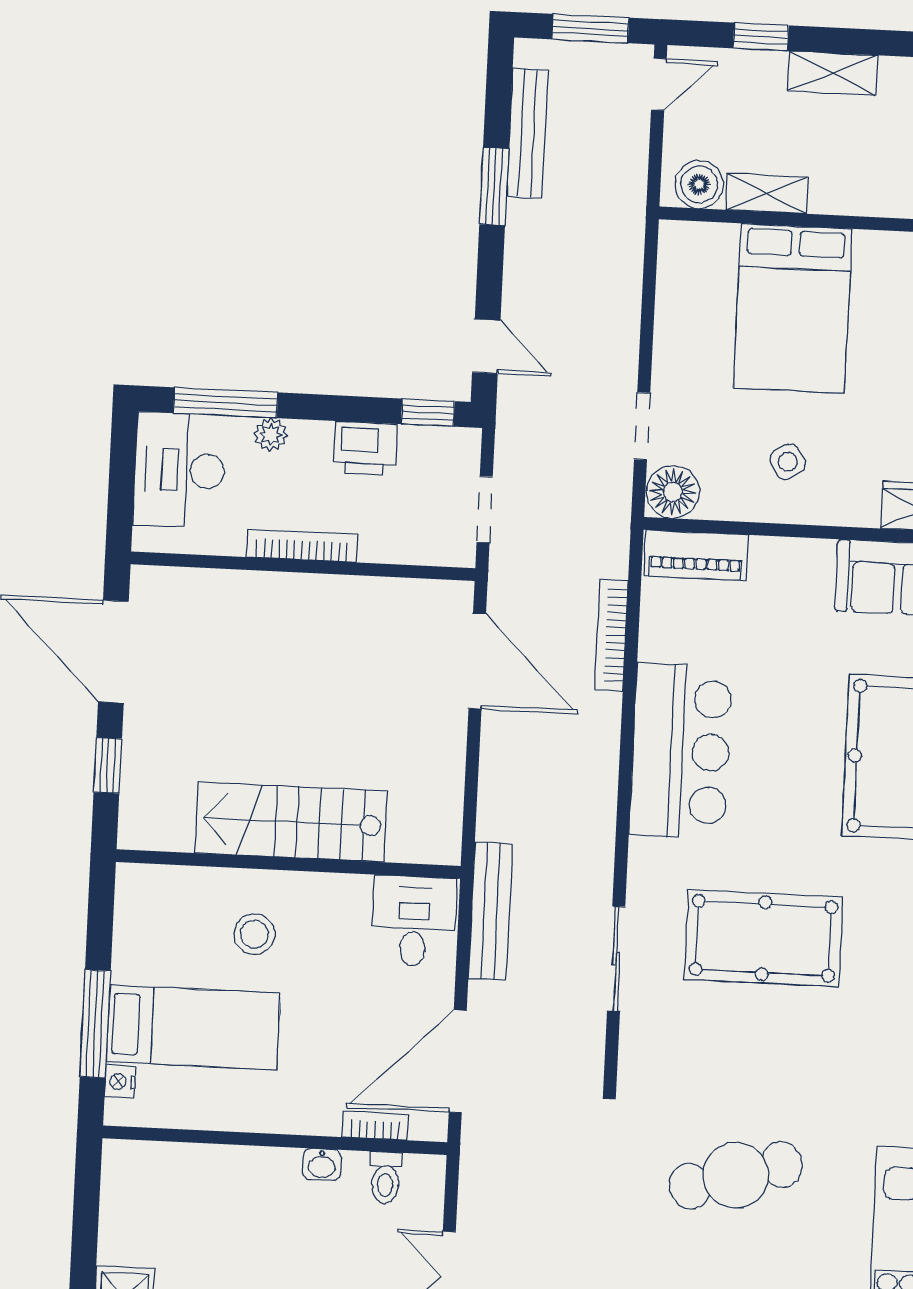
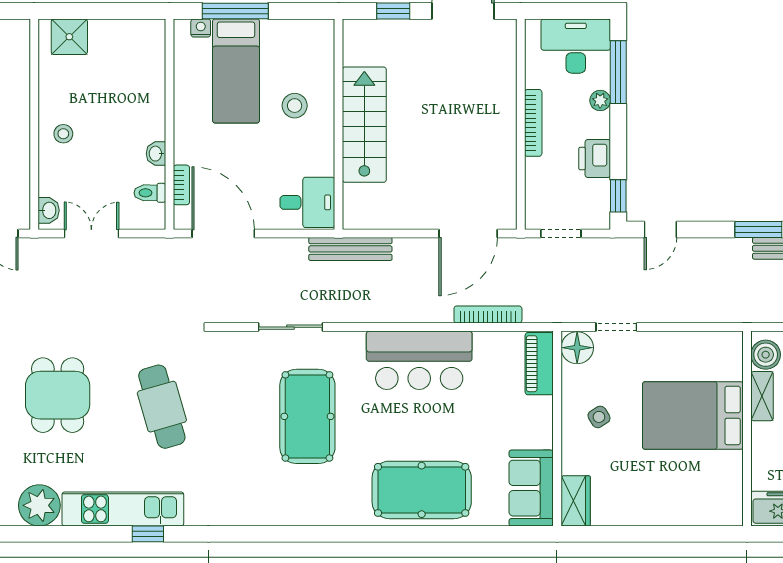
bench: (490, 911) -> (350, 249), moved

